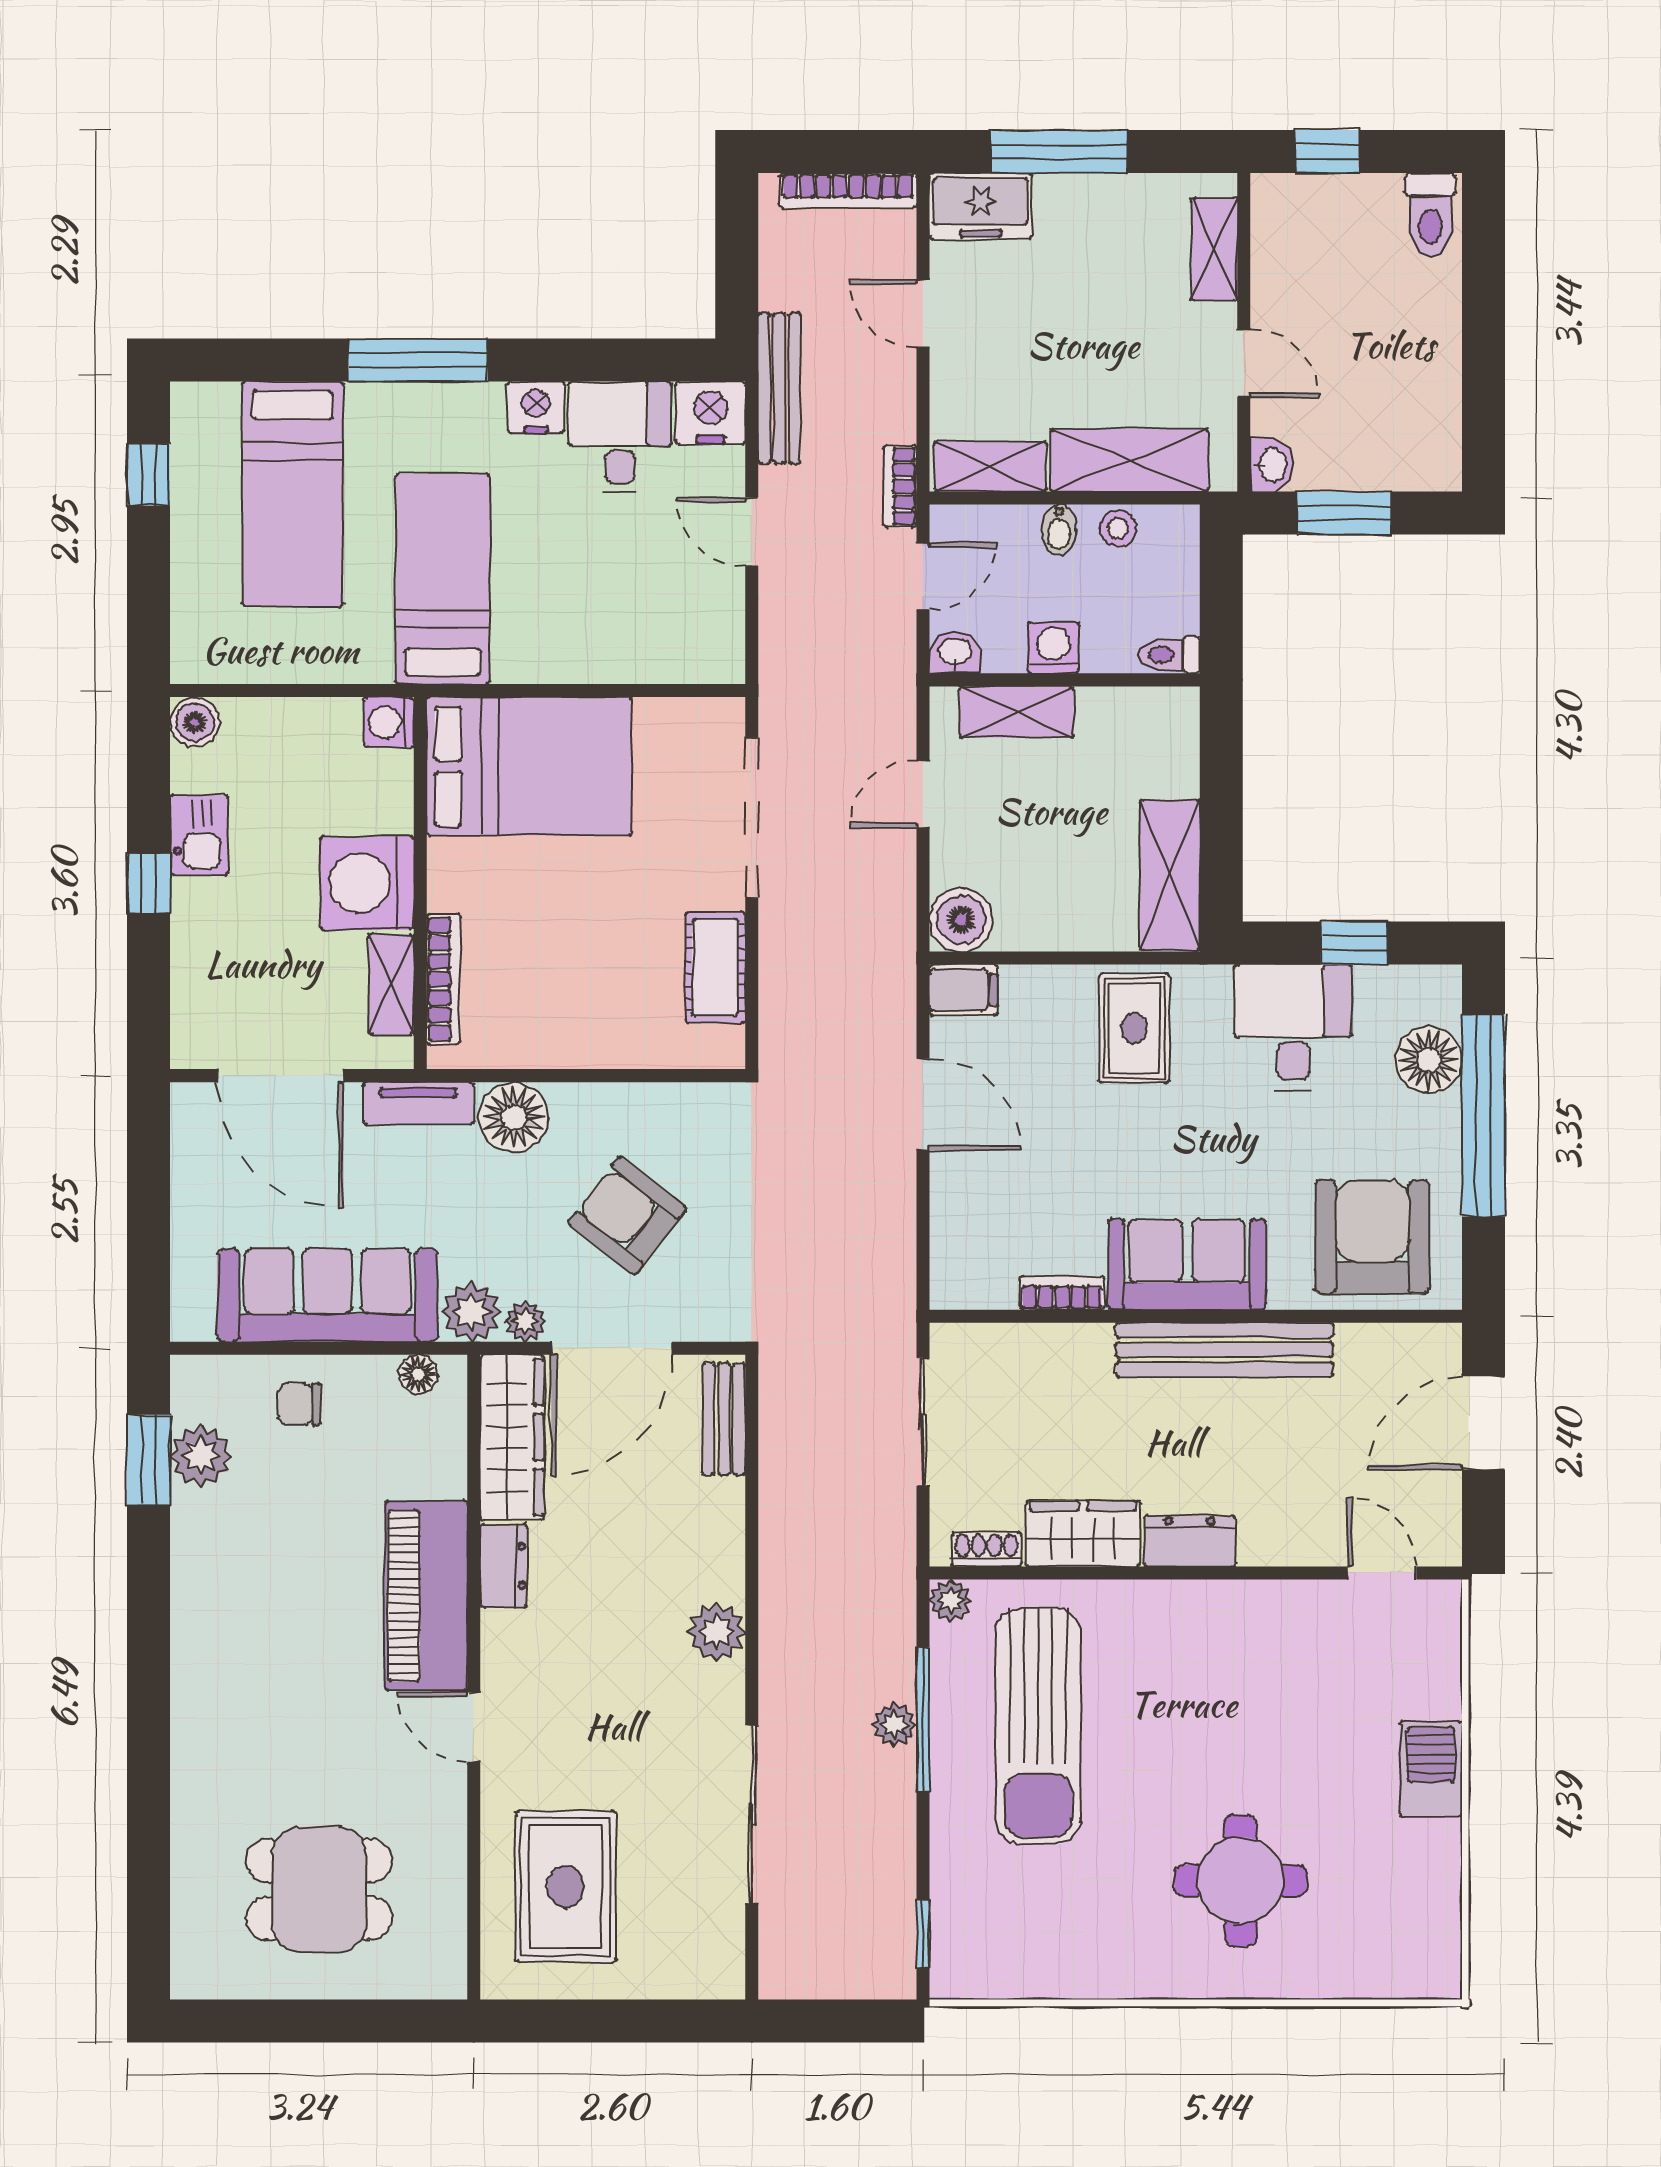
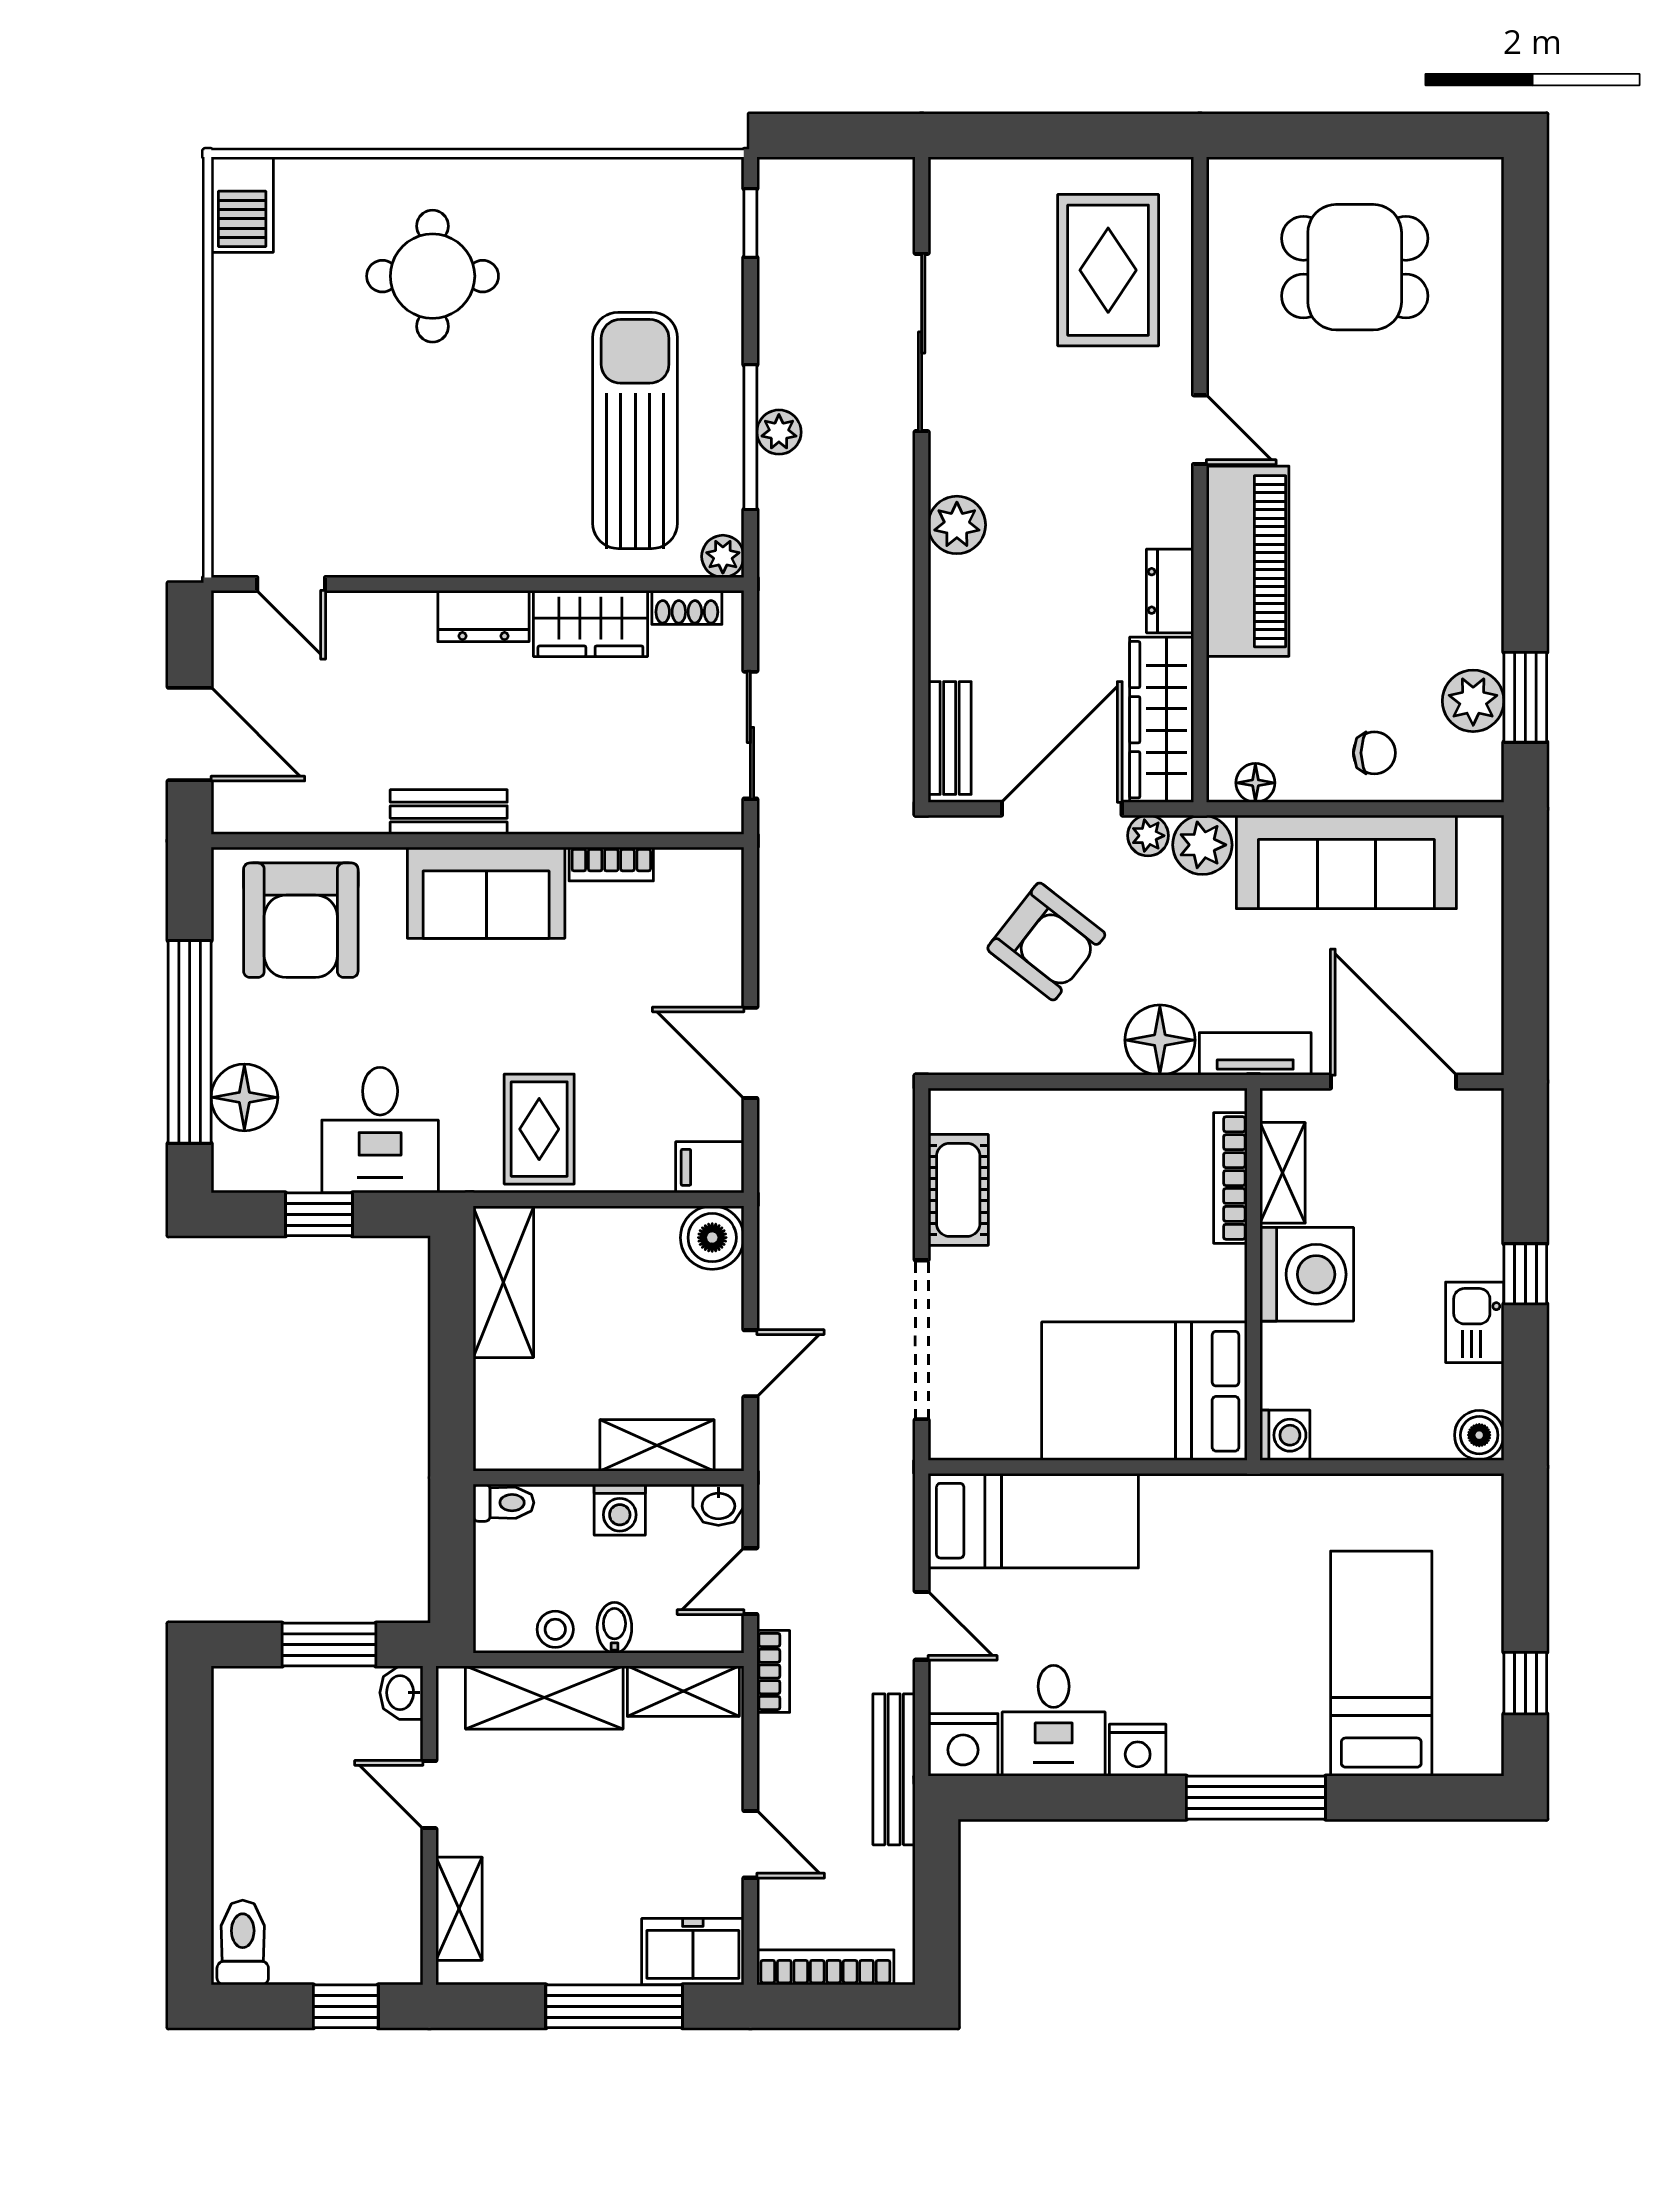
bed: (443, 579) -> (1033, 1521), moved, turned -90
bench: (1224, 1350) -> (449, 812), width x0.54, depth x0.82
door: (1483, 1423) -> (190, 734), hinge flipped
barbecue: (1431, 1769) -> (242, 205), moved

